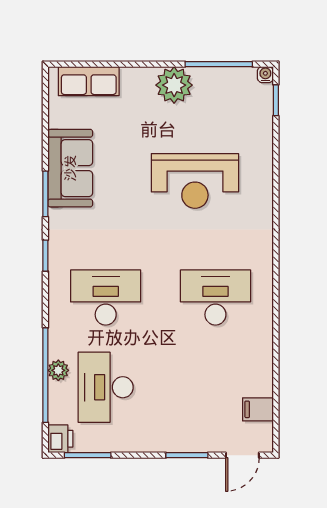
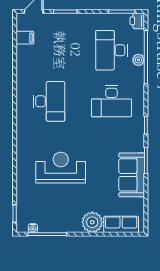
water cooler: (265, 75) -> (33, 228), moved
plant: (174, 85) -> (92, 222), moved
desk: (215, 297) -> (49, 101), turned -90
desk: (106, 387) -> (112, 50), turned 180

